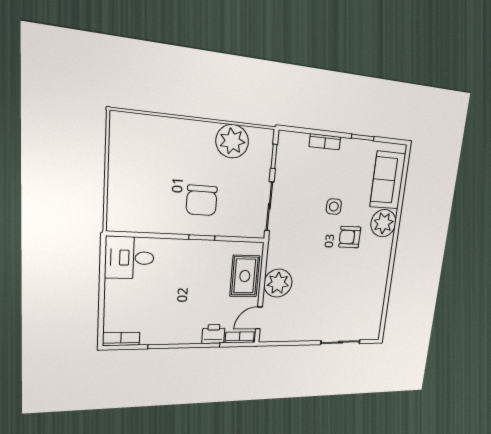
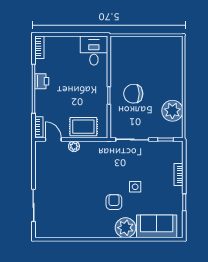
plant: (278, 283) -> (74, 146), width x0.53, depth x0.53
printer: (213, 334) -> (42, 81), moved

